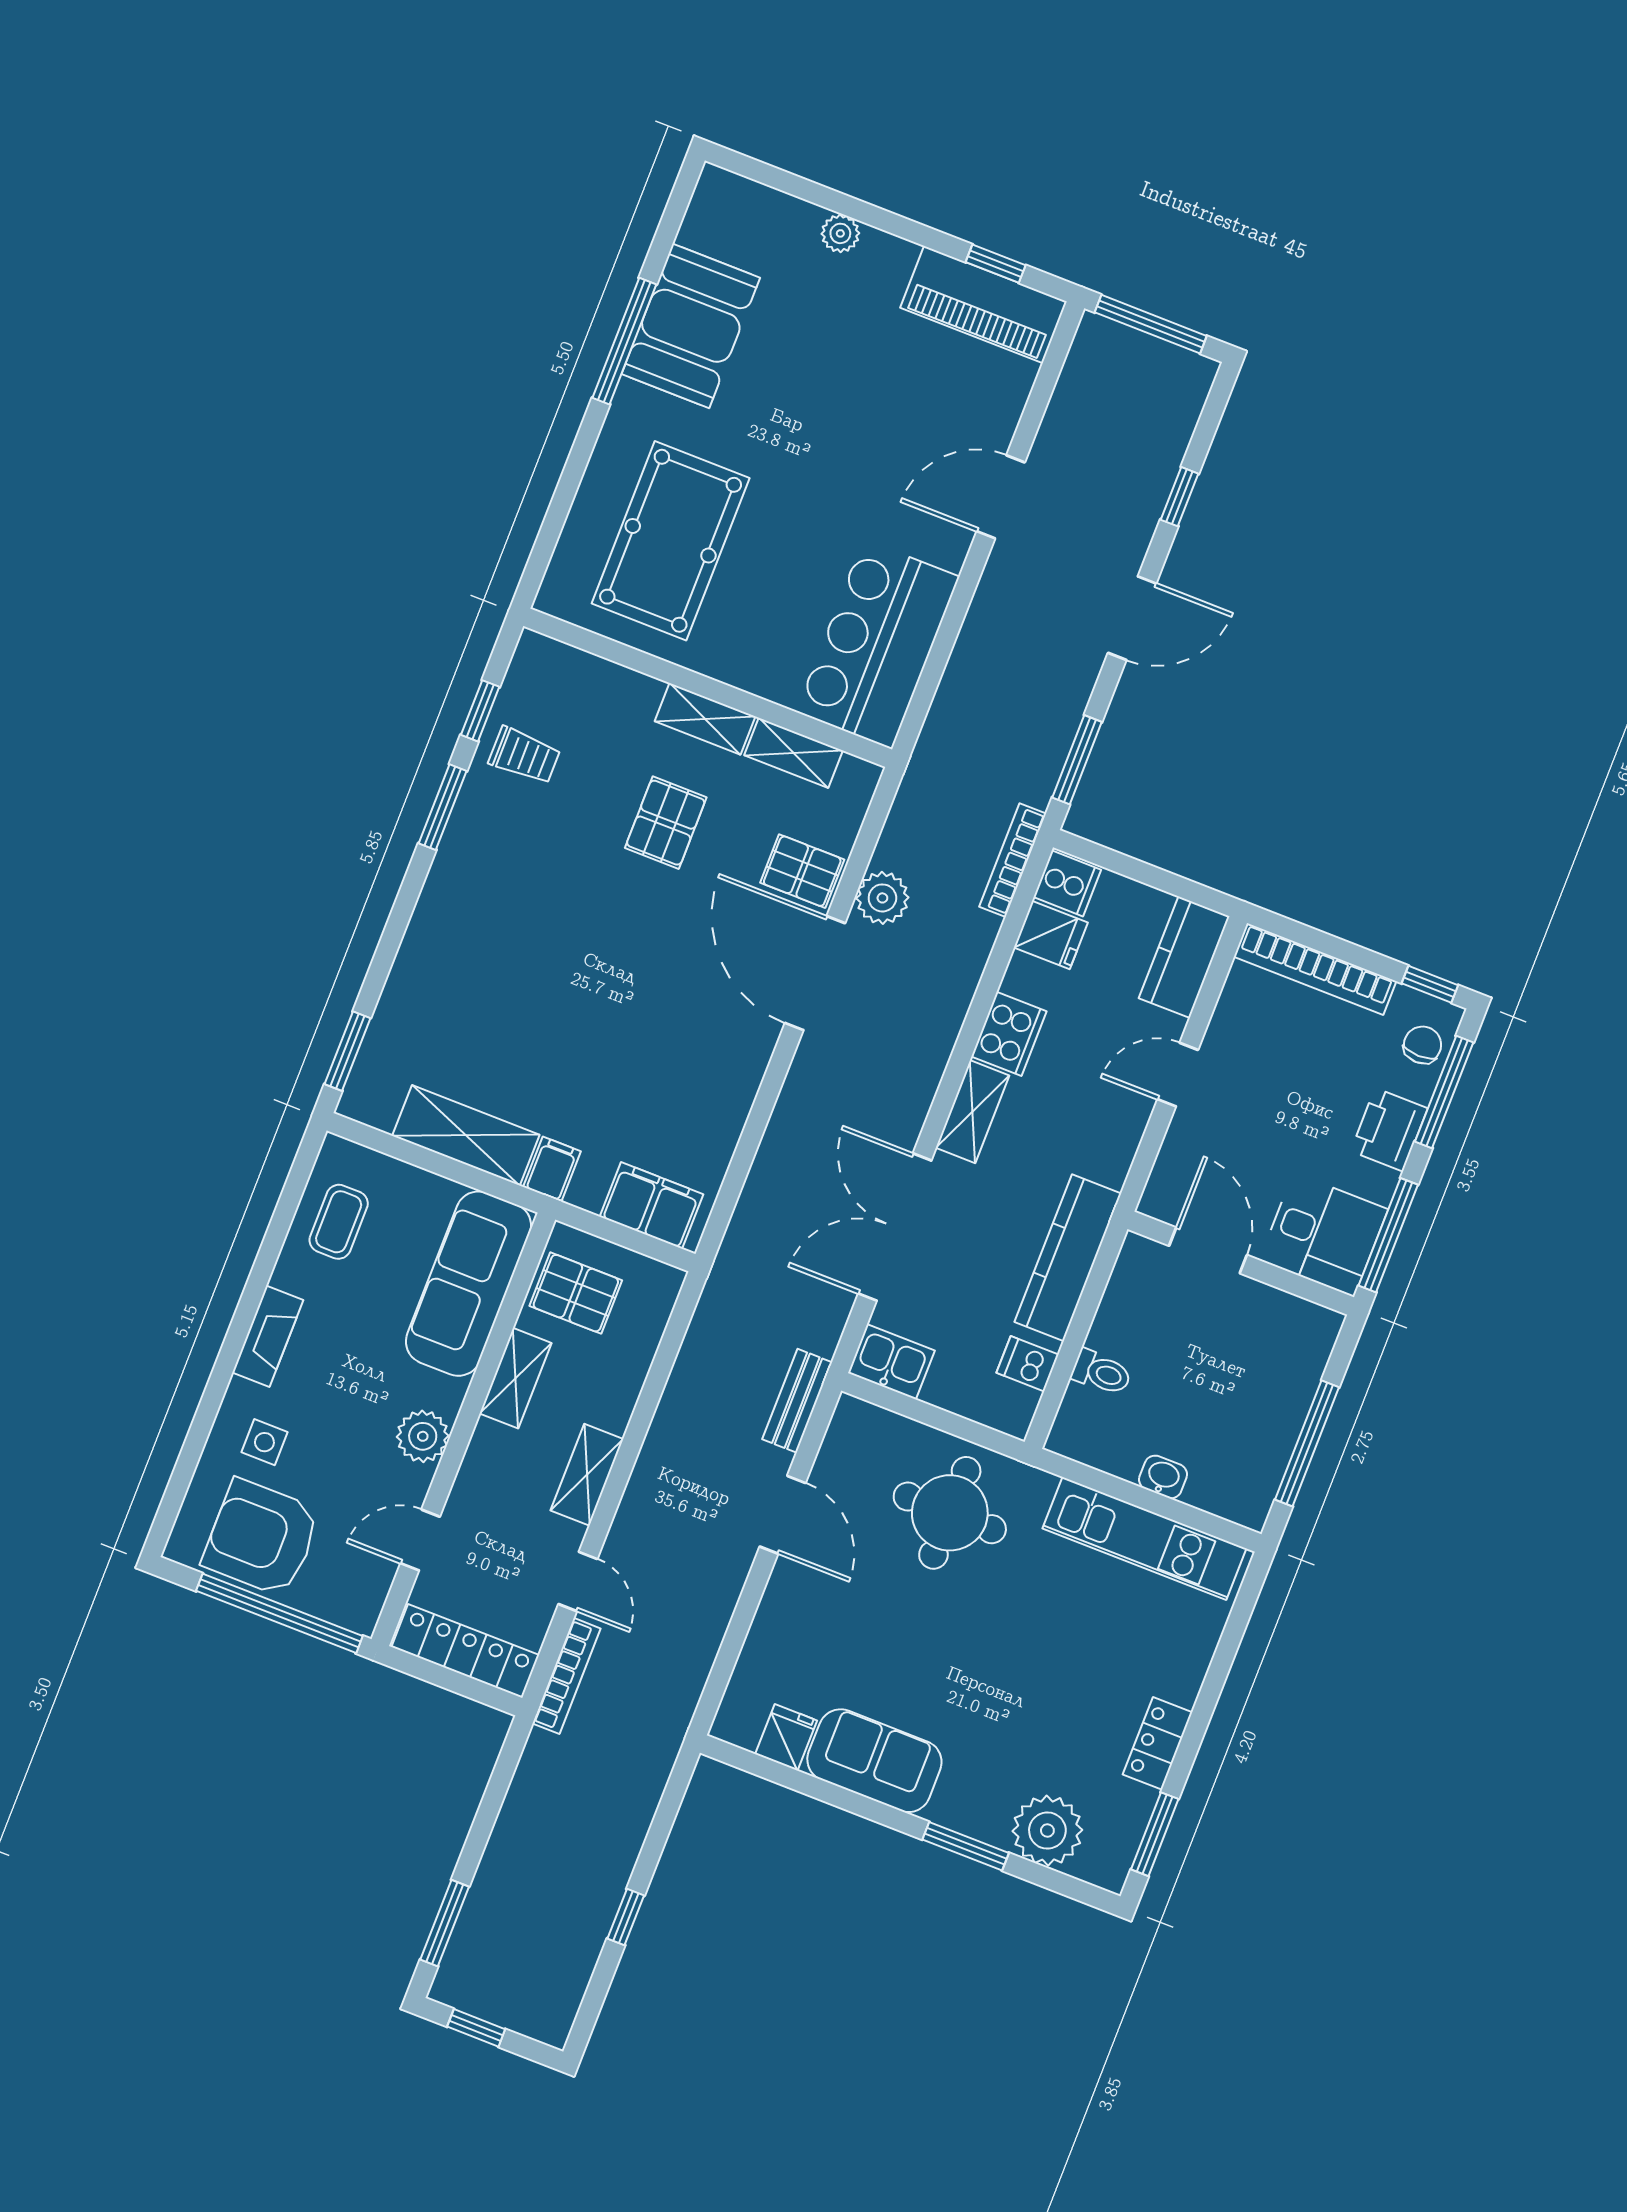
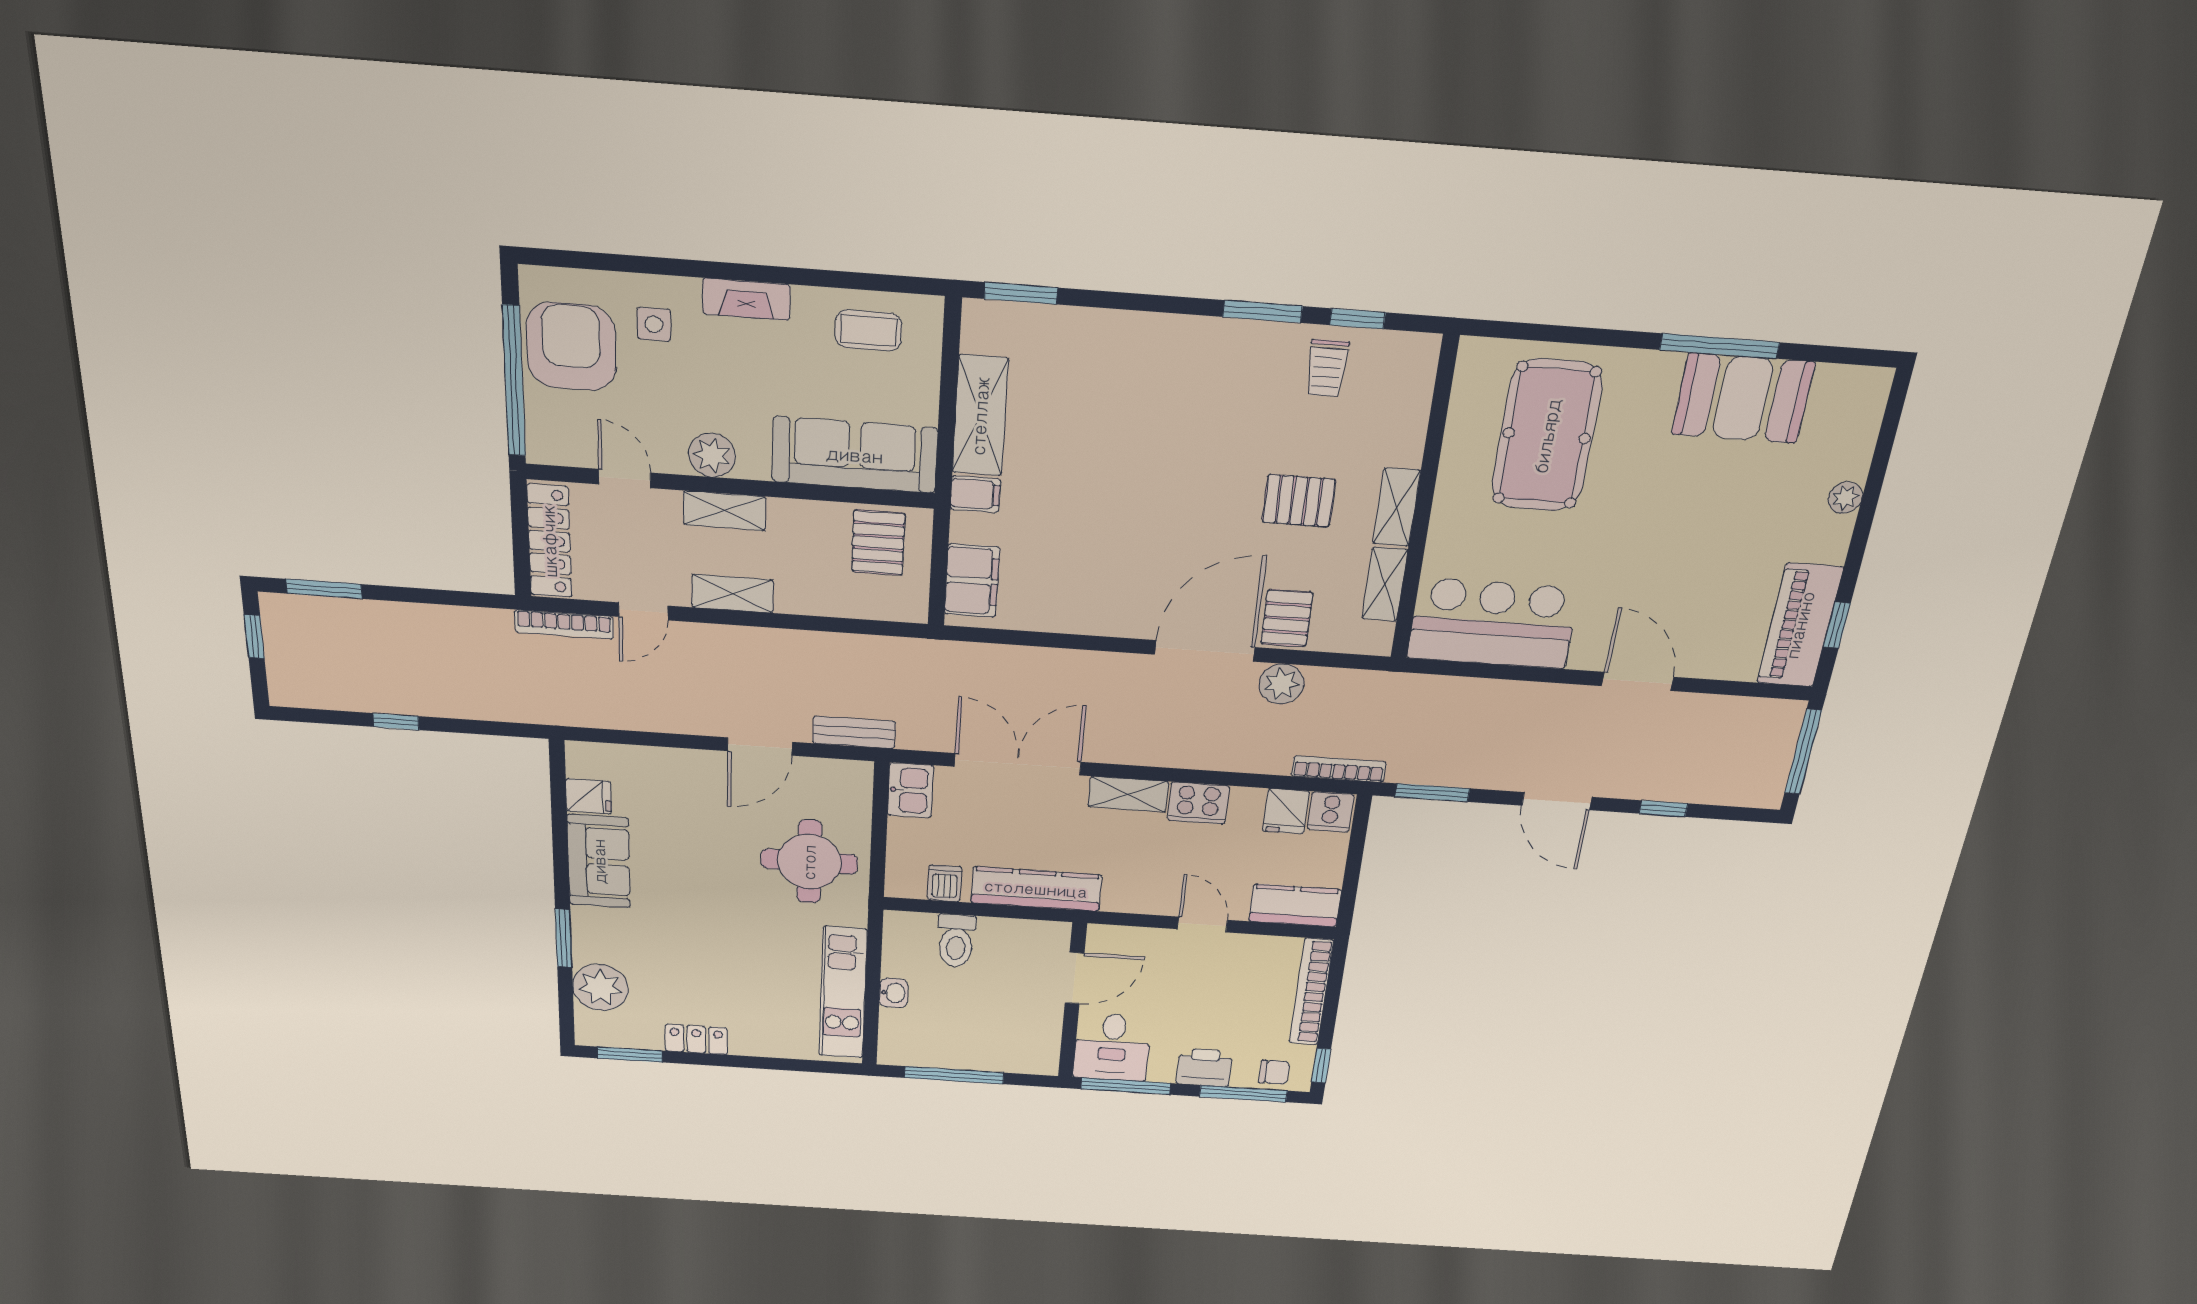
pool table: (671, 541) -> (1547, 436), turned 90
toilet: (1101, 1372) -> (956, 941), width x1.37, depth x1.39
shelving: (515, 1378) -> (725, 511), moved

